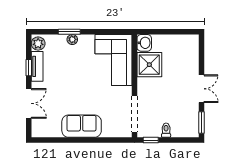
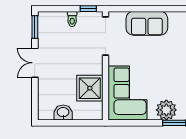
plant: (72, 39) -> (166, 110), width x1.88, depth x1.88
washbasin: (144, 43) -> (63, 113), moved, turned 90
sofa: (82, 126) -> (147, 23), moved

